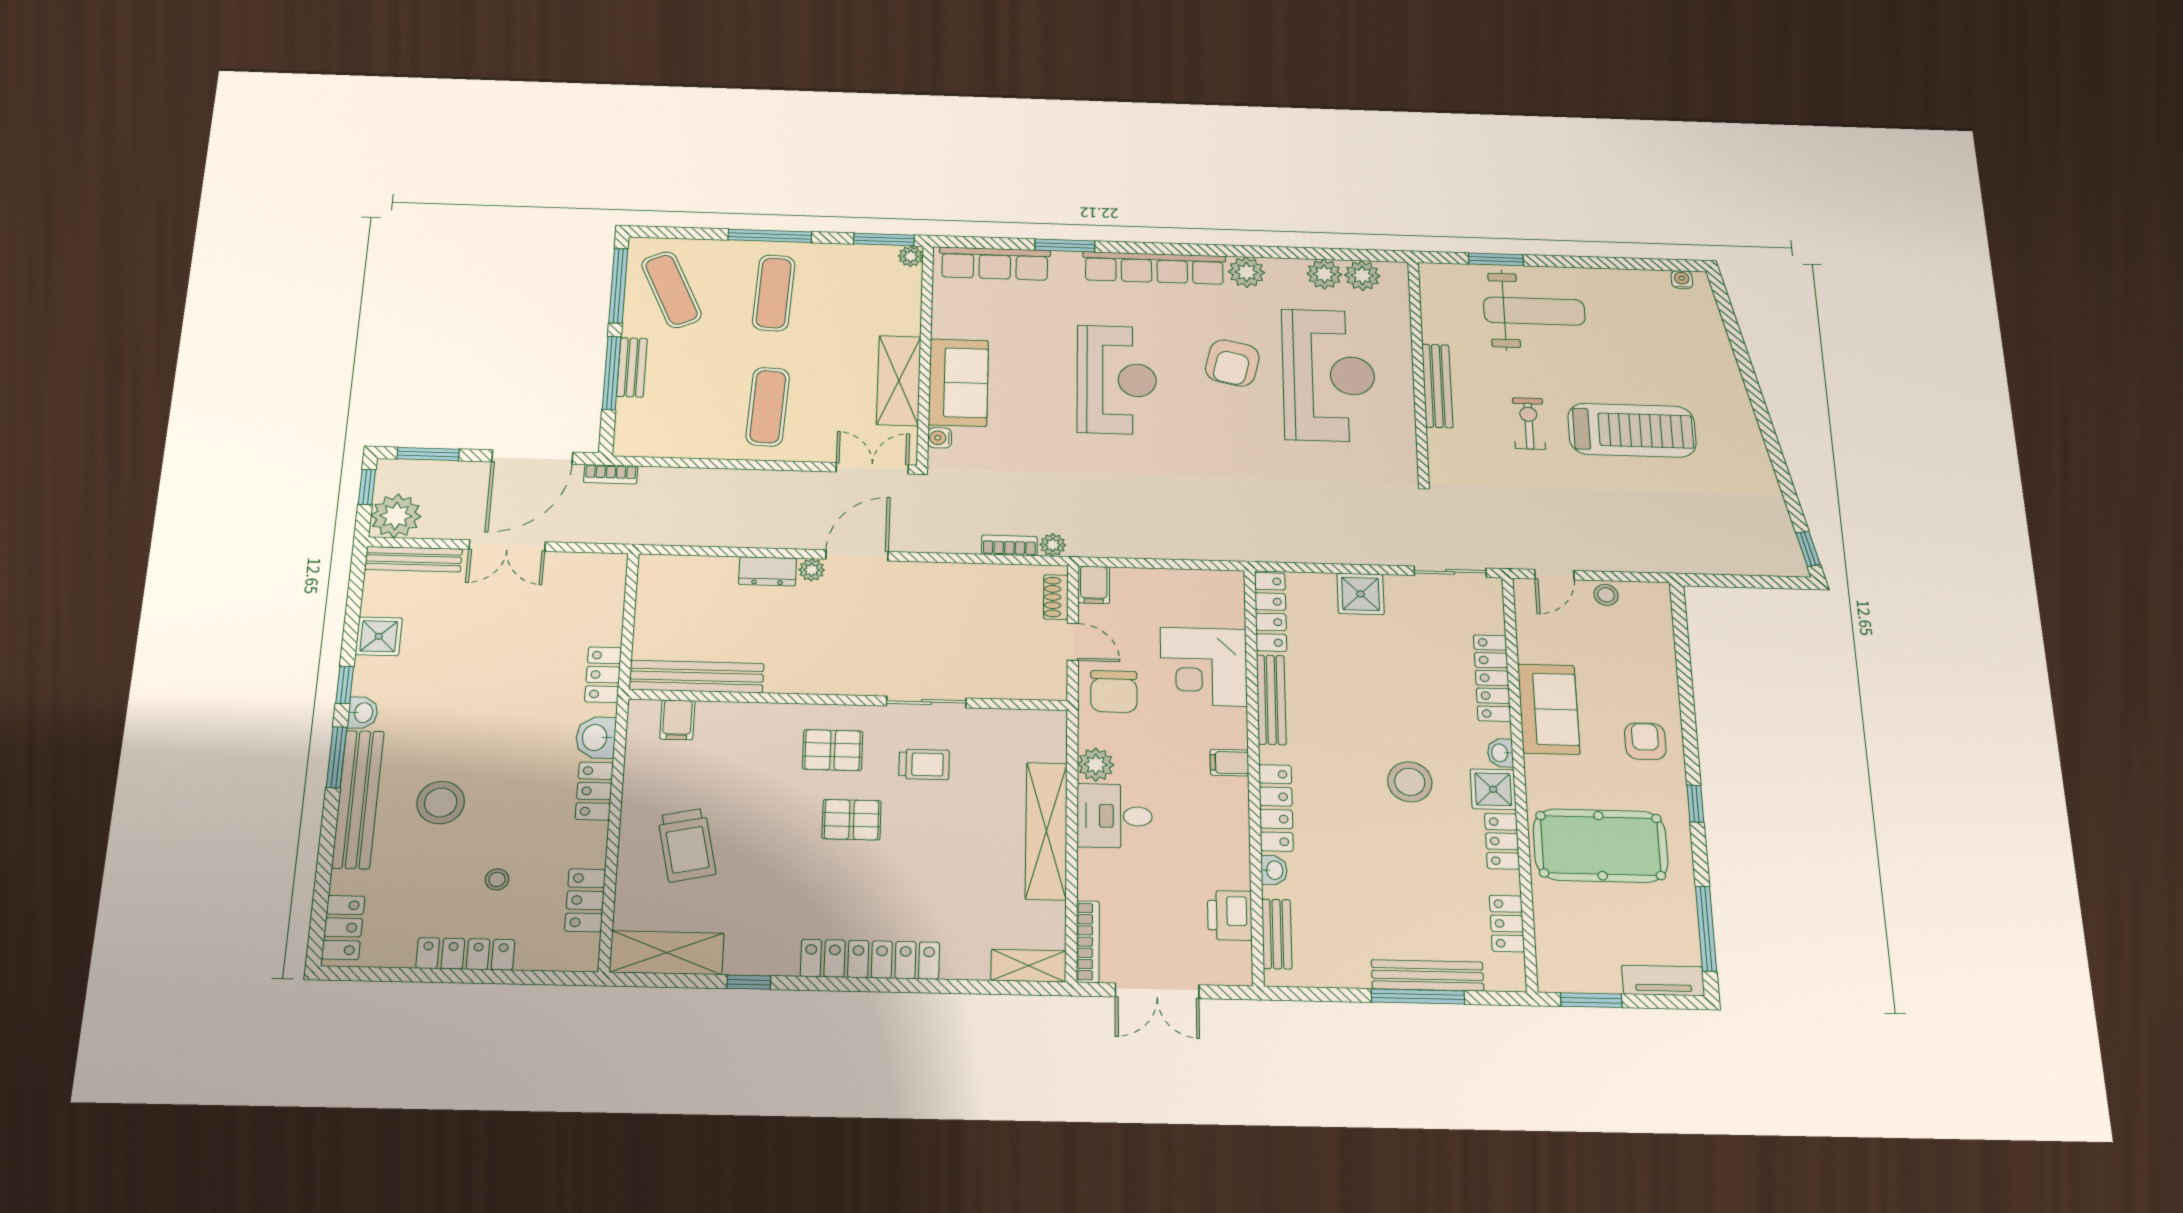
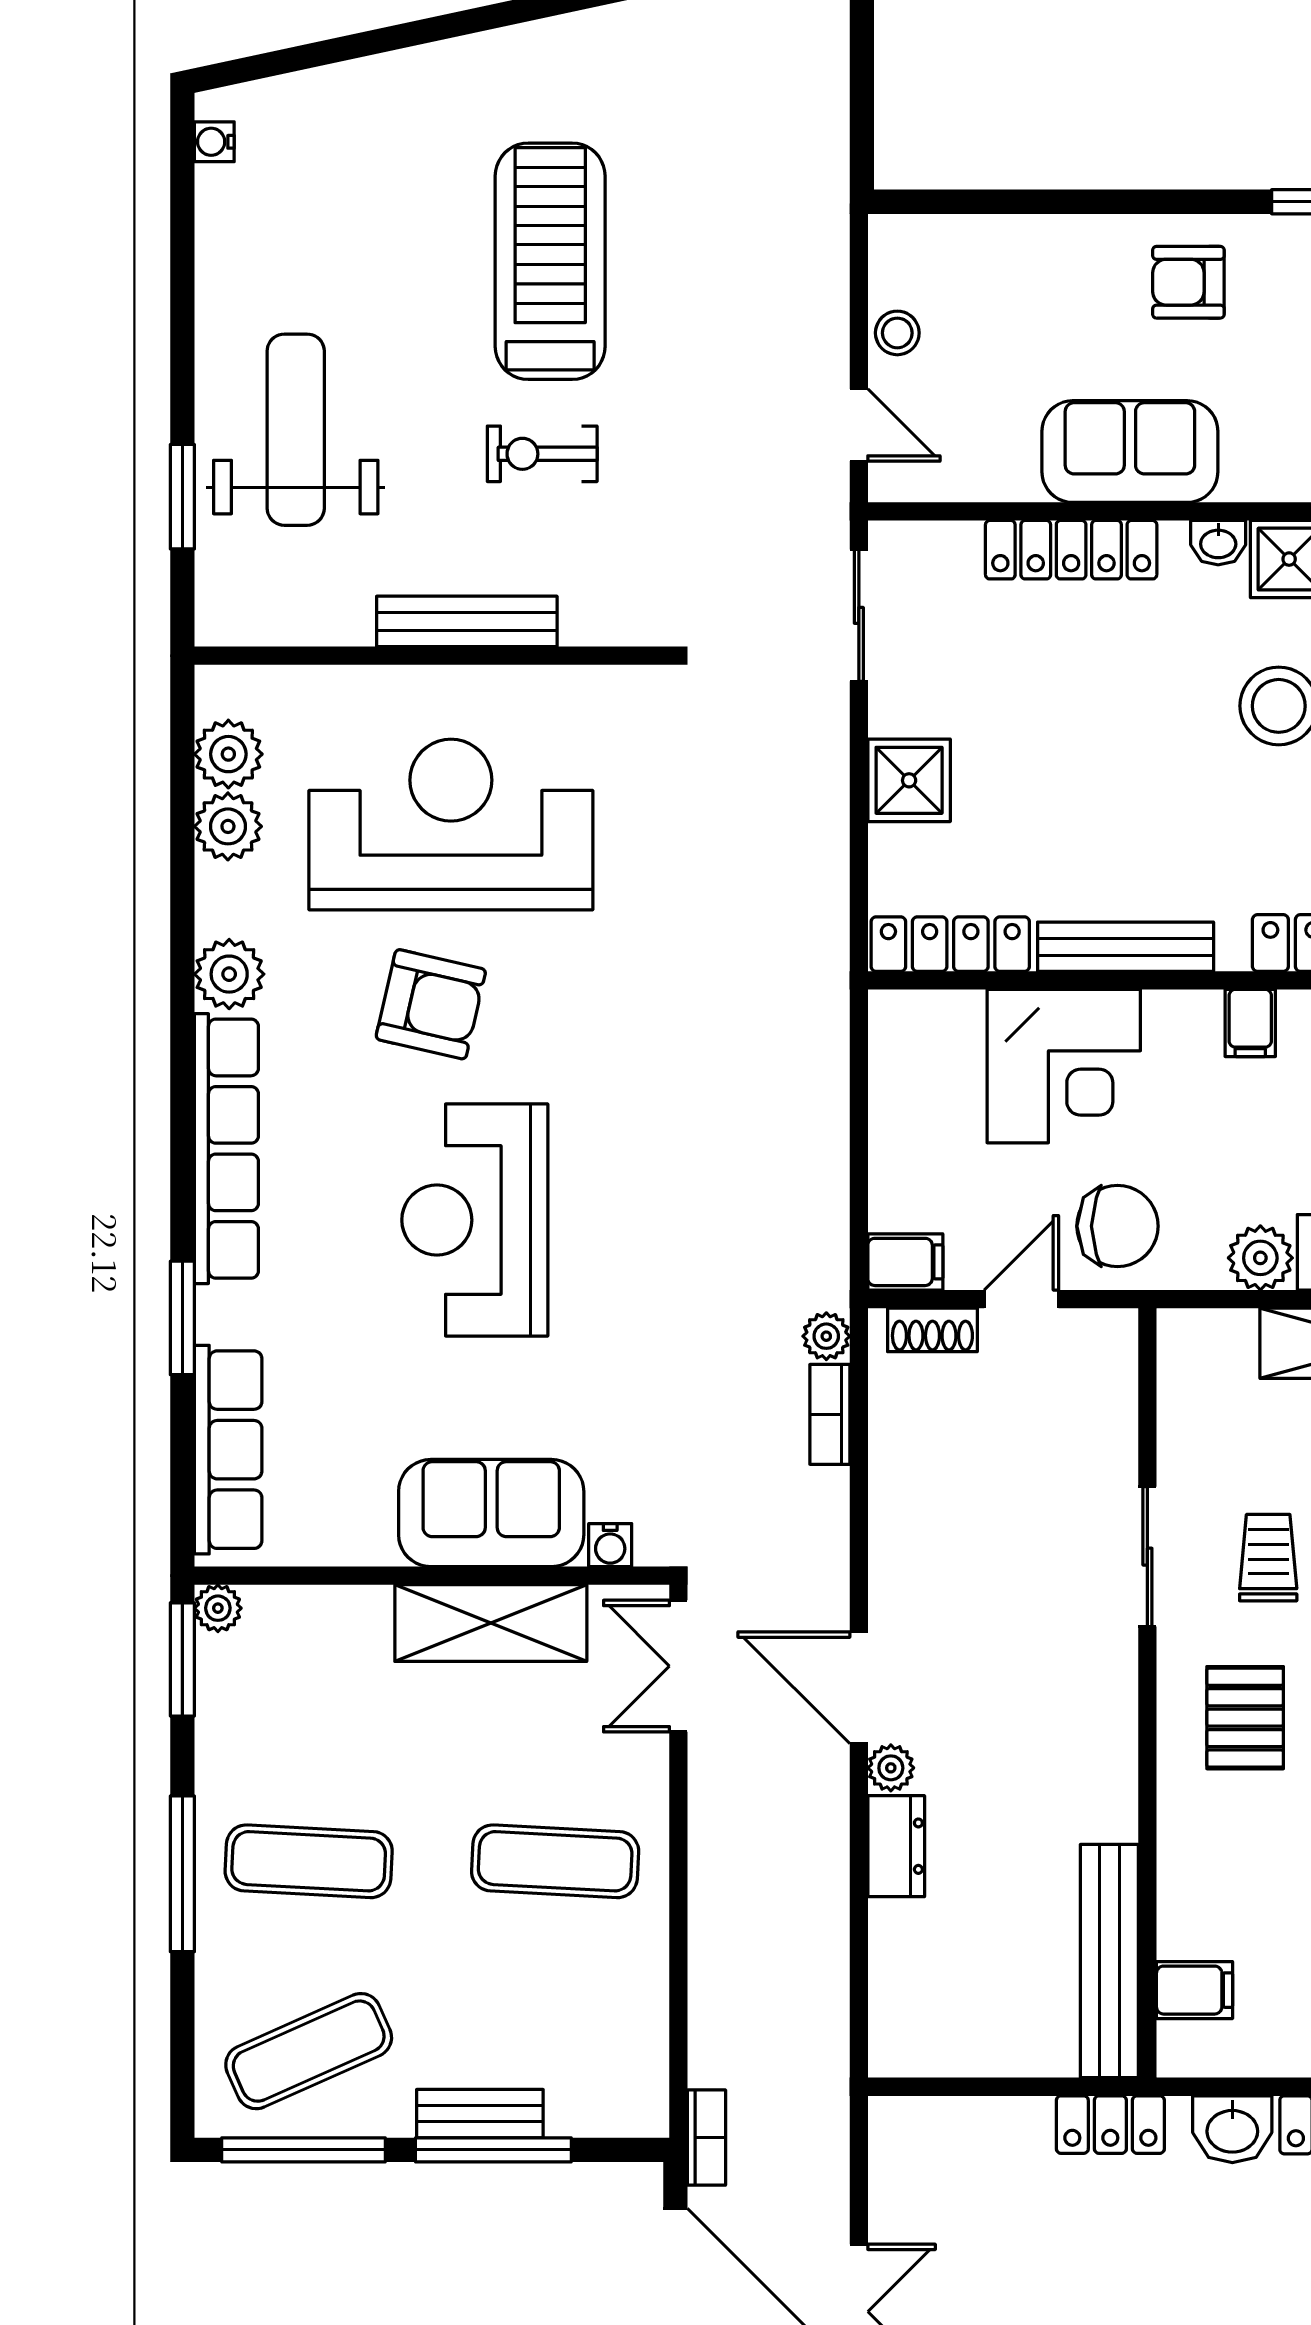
reception desk: (1117, 380) -> (475, 1220), turned -90

